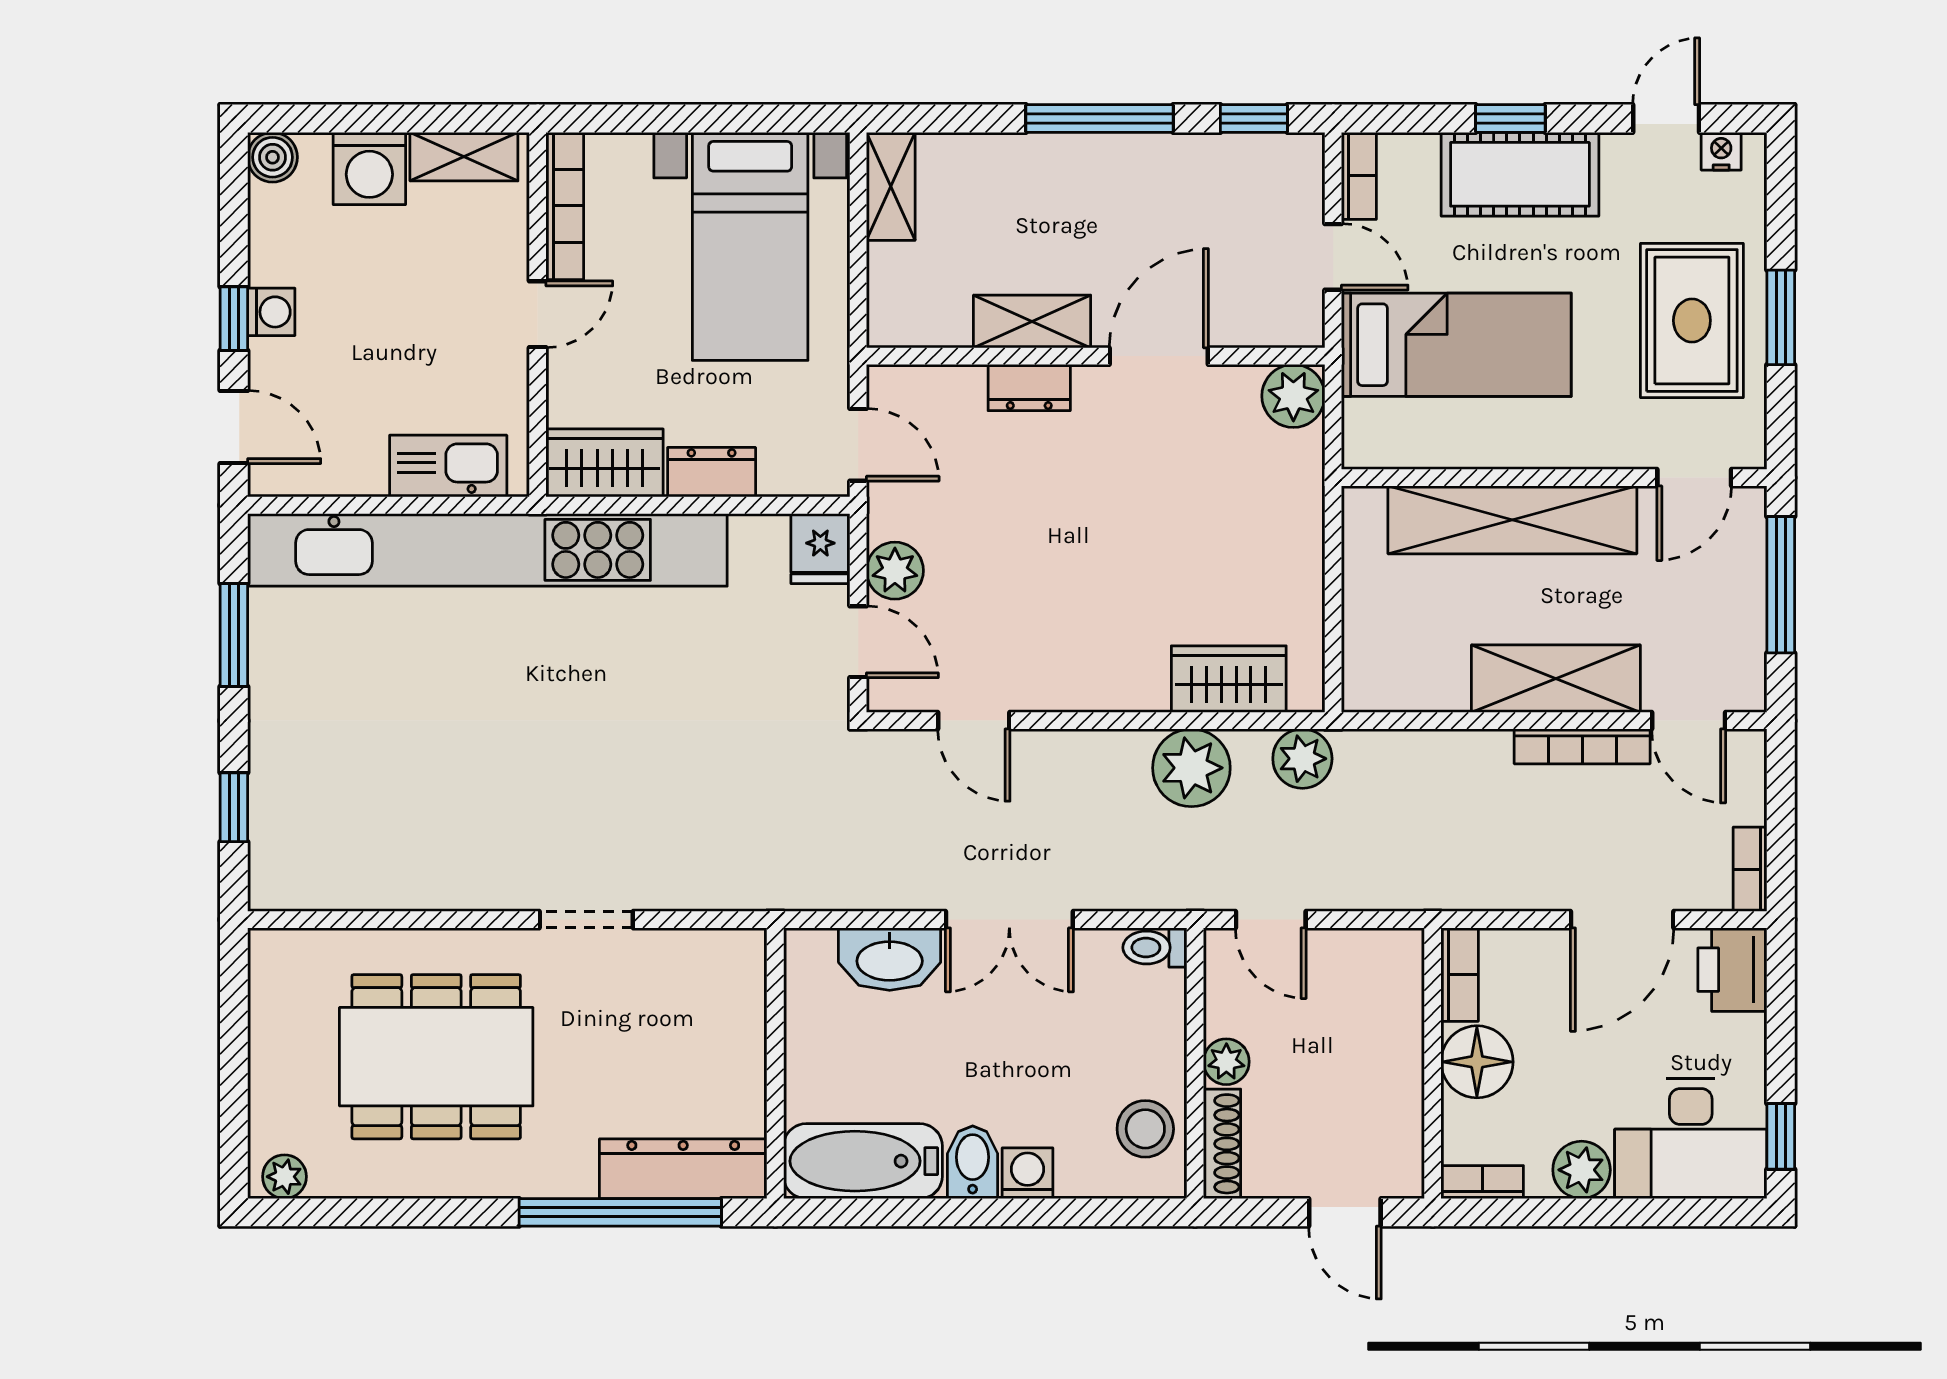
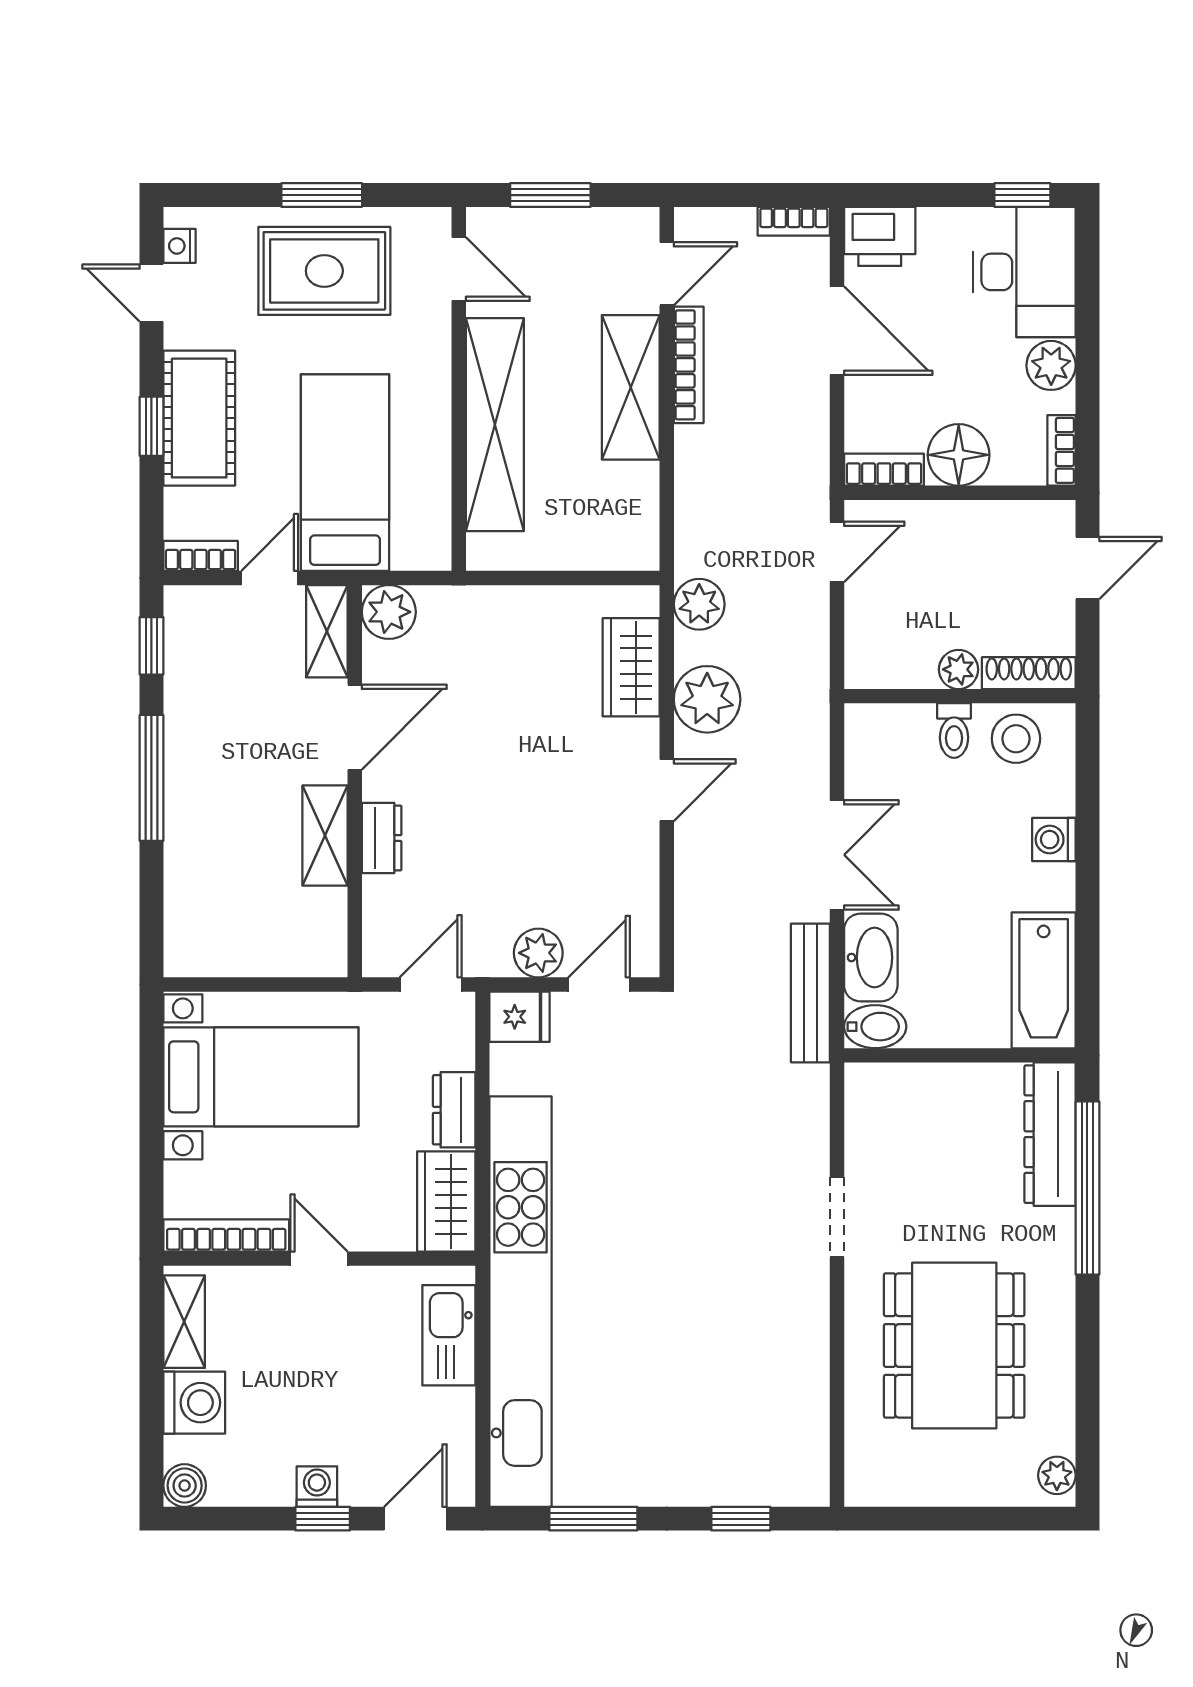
shelving: (891, 186) -> (327, 631), moved, turned 90
door: (1159, 356) -> (355, 727), swing flipped
window: (1781, 585) -> (550, 195), width x0.69
door: (974, 721) -> (667, 790), moved
bench: (848, 889) -> (810, 993), added
door: (1271, 920) -> (837, 552), moved
toilet: (1155, 948) -> (954, 731), moved
bidet: (973, 1162) -> (875, 1027), moved, turned 180

